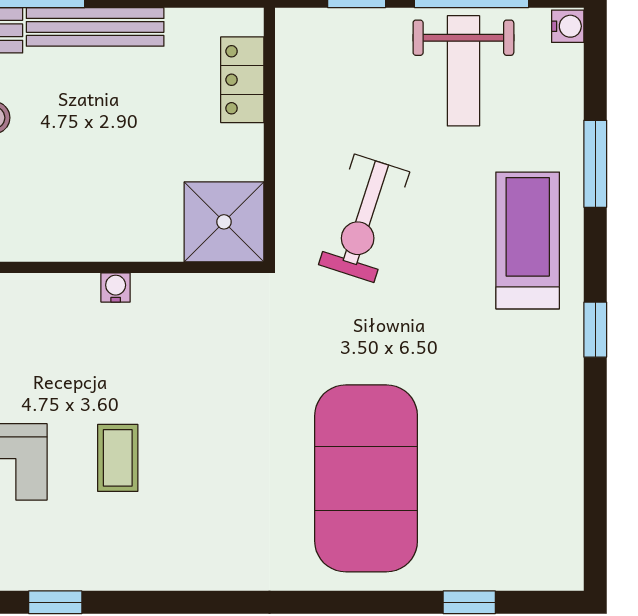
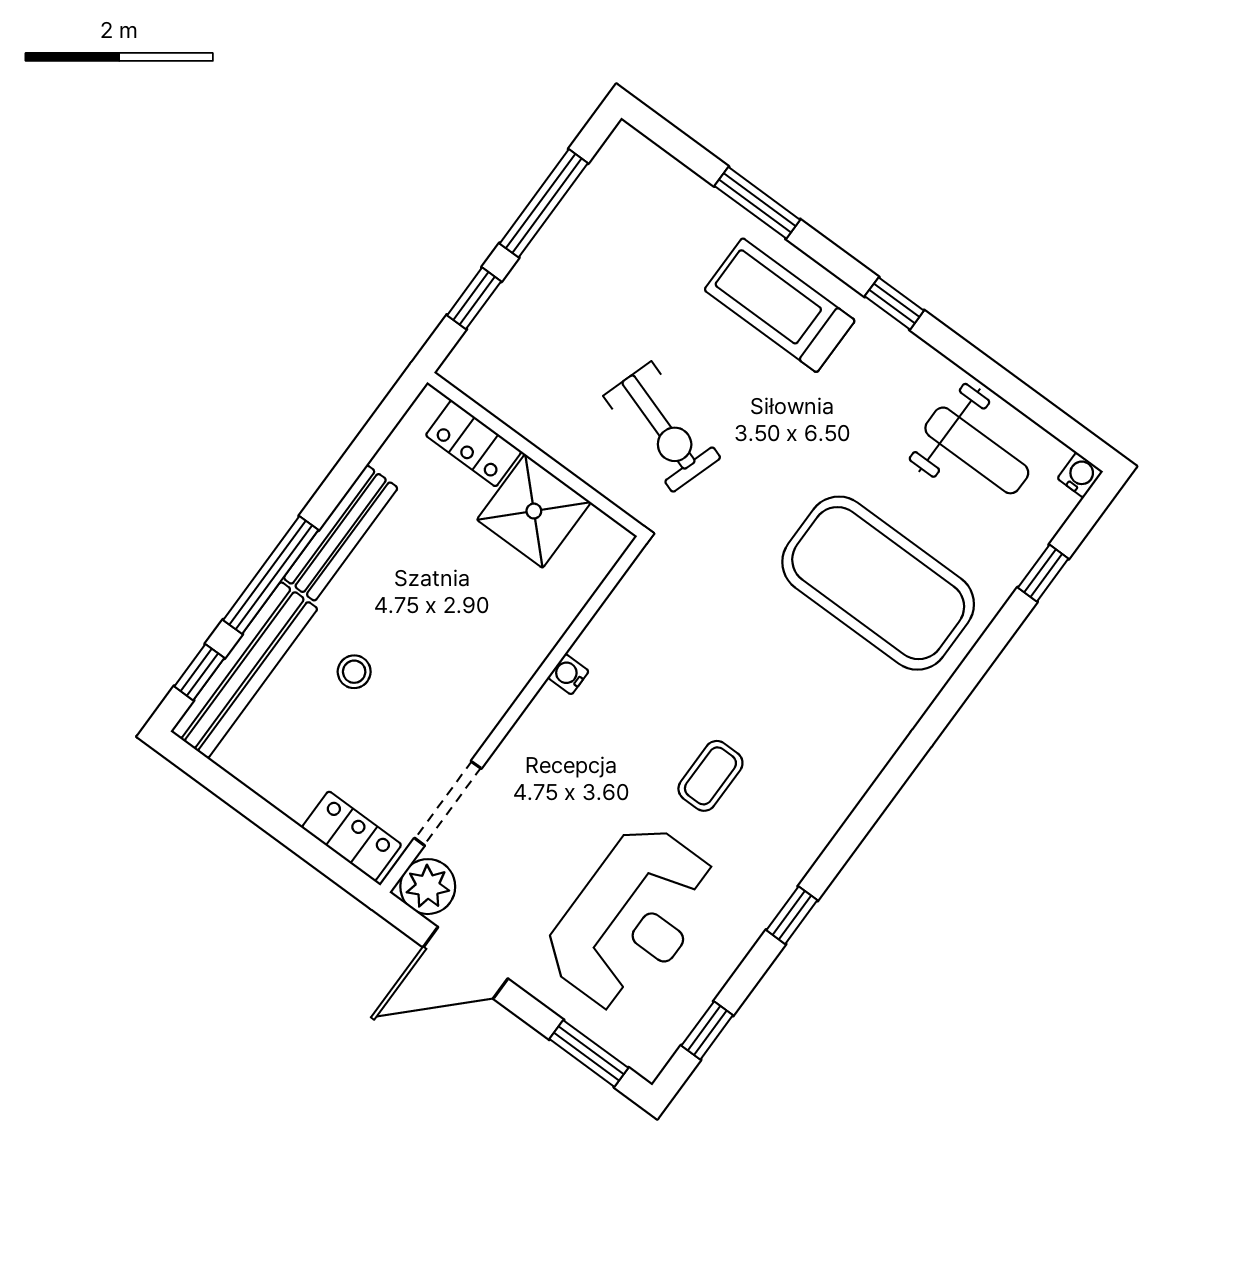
water cooler: (568, 26) -> (1080, 475), moved
weight bench: (463, 71) -> (977, 450), moved
shower: (224, 222) -> (534, 511), moved
coffee table: (118, 458) -> (710, 776), turned 90

